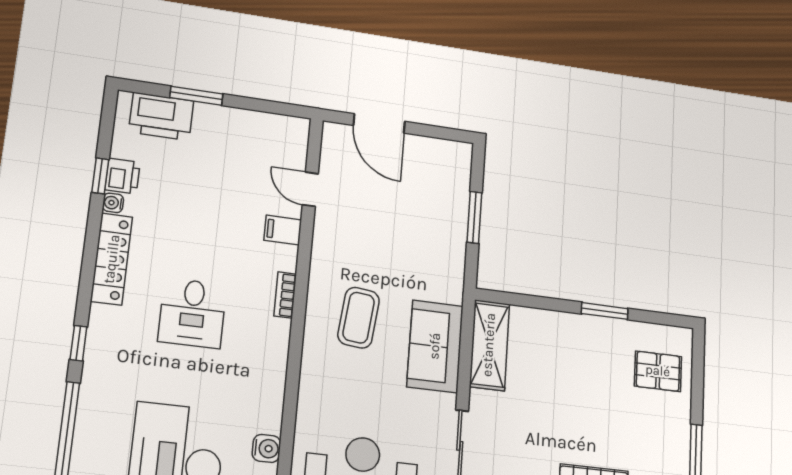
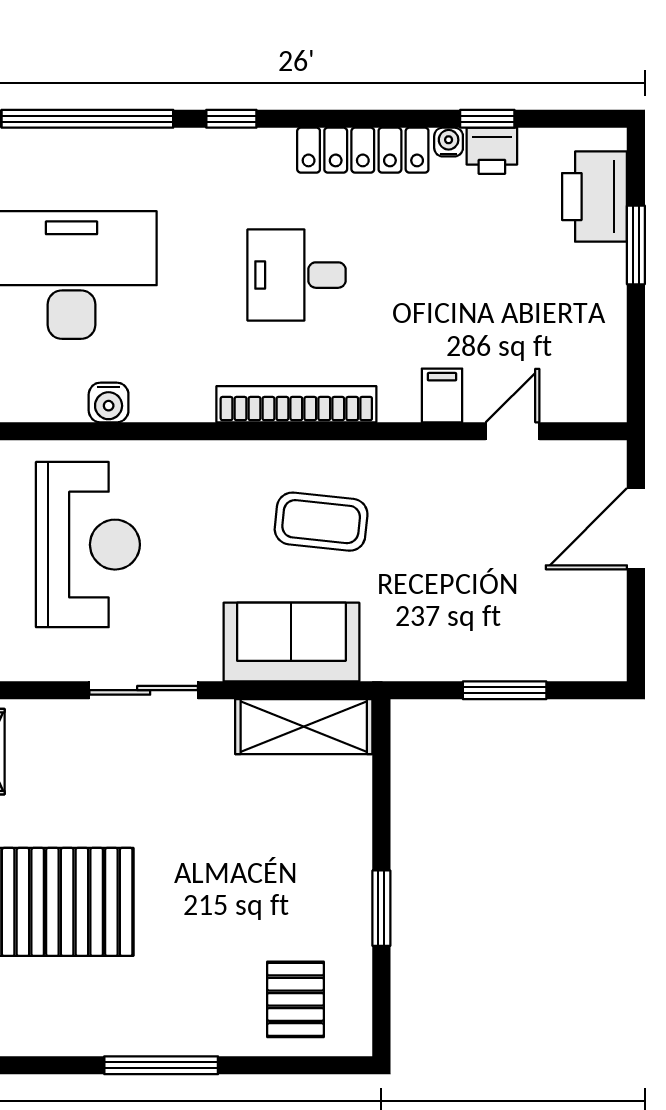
bookcase: (285, 295) -> (296, 404), width x2.31, depth x1.31

